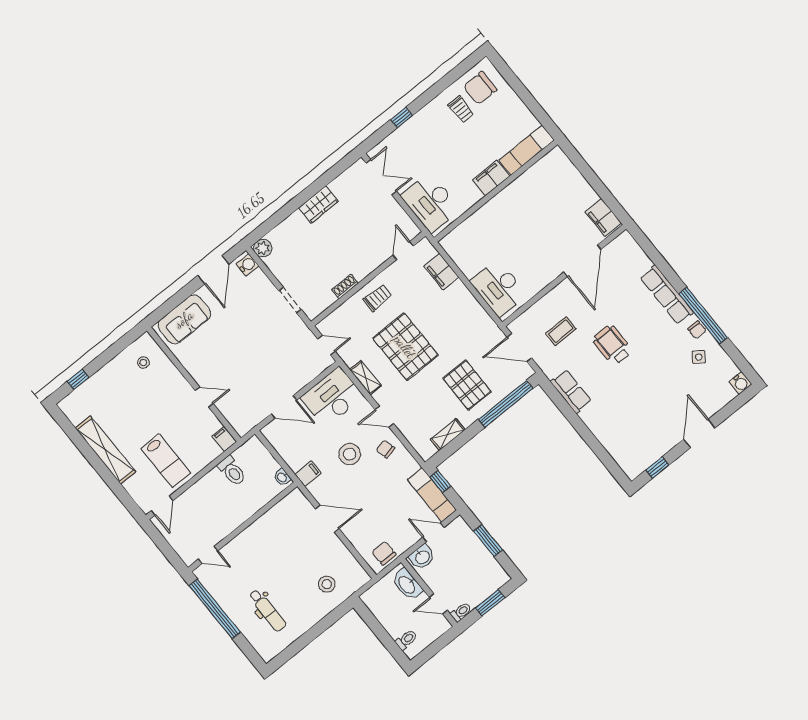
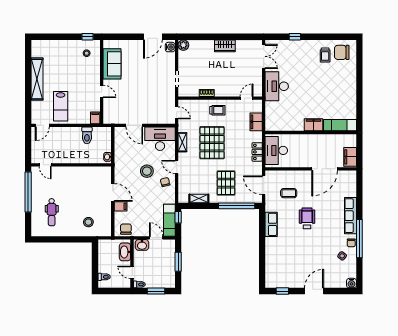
exam couch: (527, 150) -> (340, 125), moved
filing cabinet: (491, 178) -> (314, 125), moved
wall: (496, 191) -> (311, 132), moved
locker: (475, 310) -> (257, 152), added
sofa: (184, 319) -> (112, 64), moved, turned -90
window: (78, 379) -> (87, 37), moved
filing cabinet: (308, 474) -> (121, 206), moved

